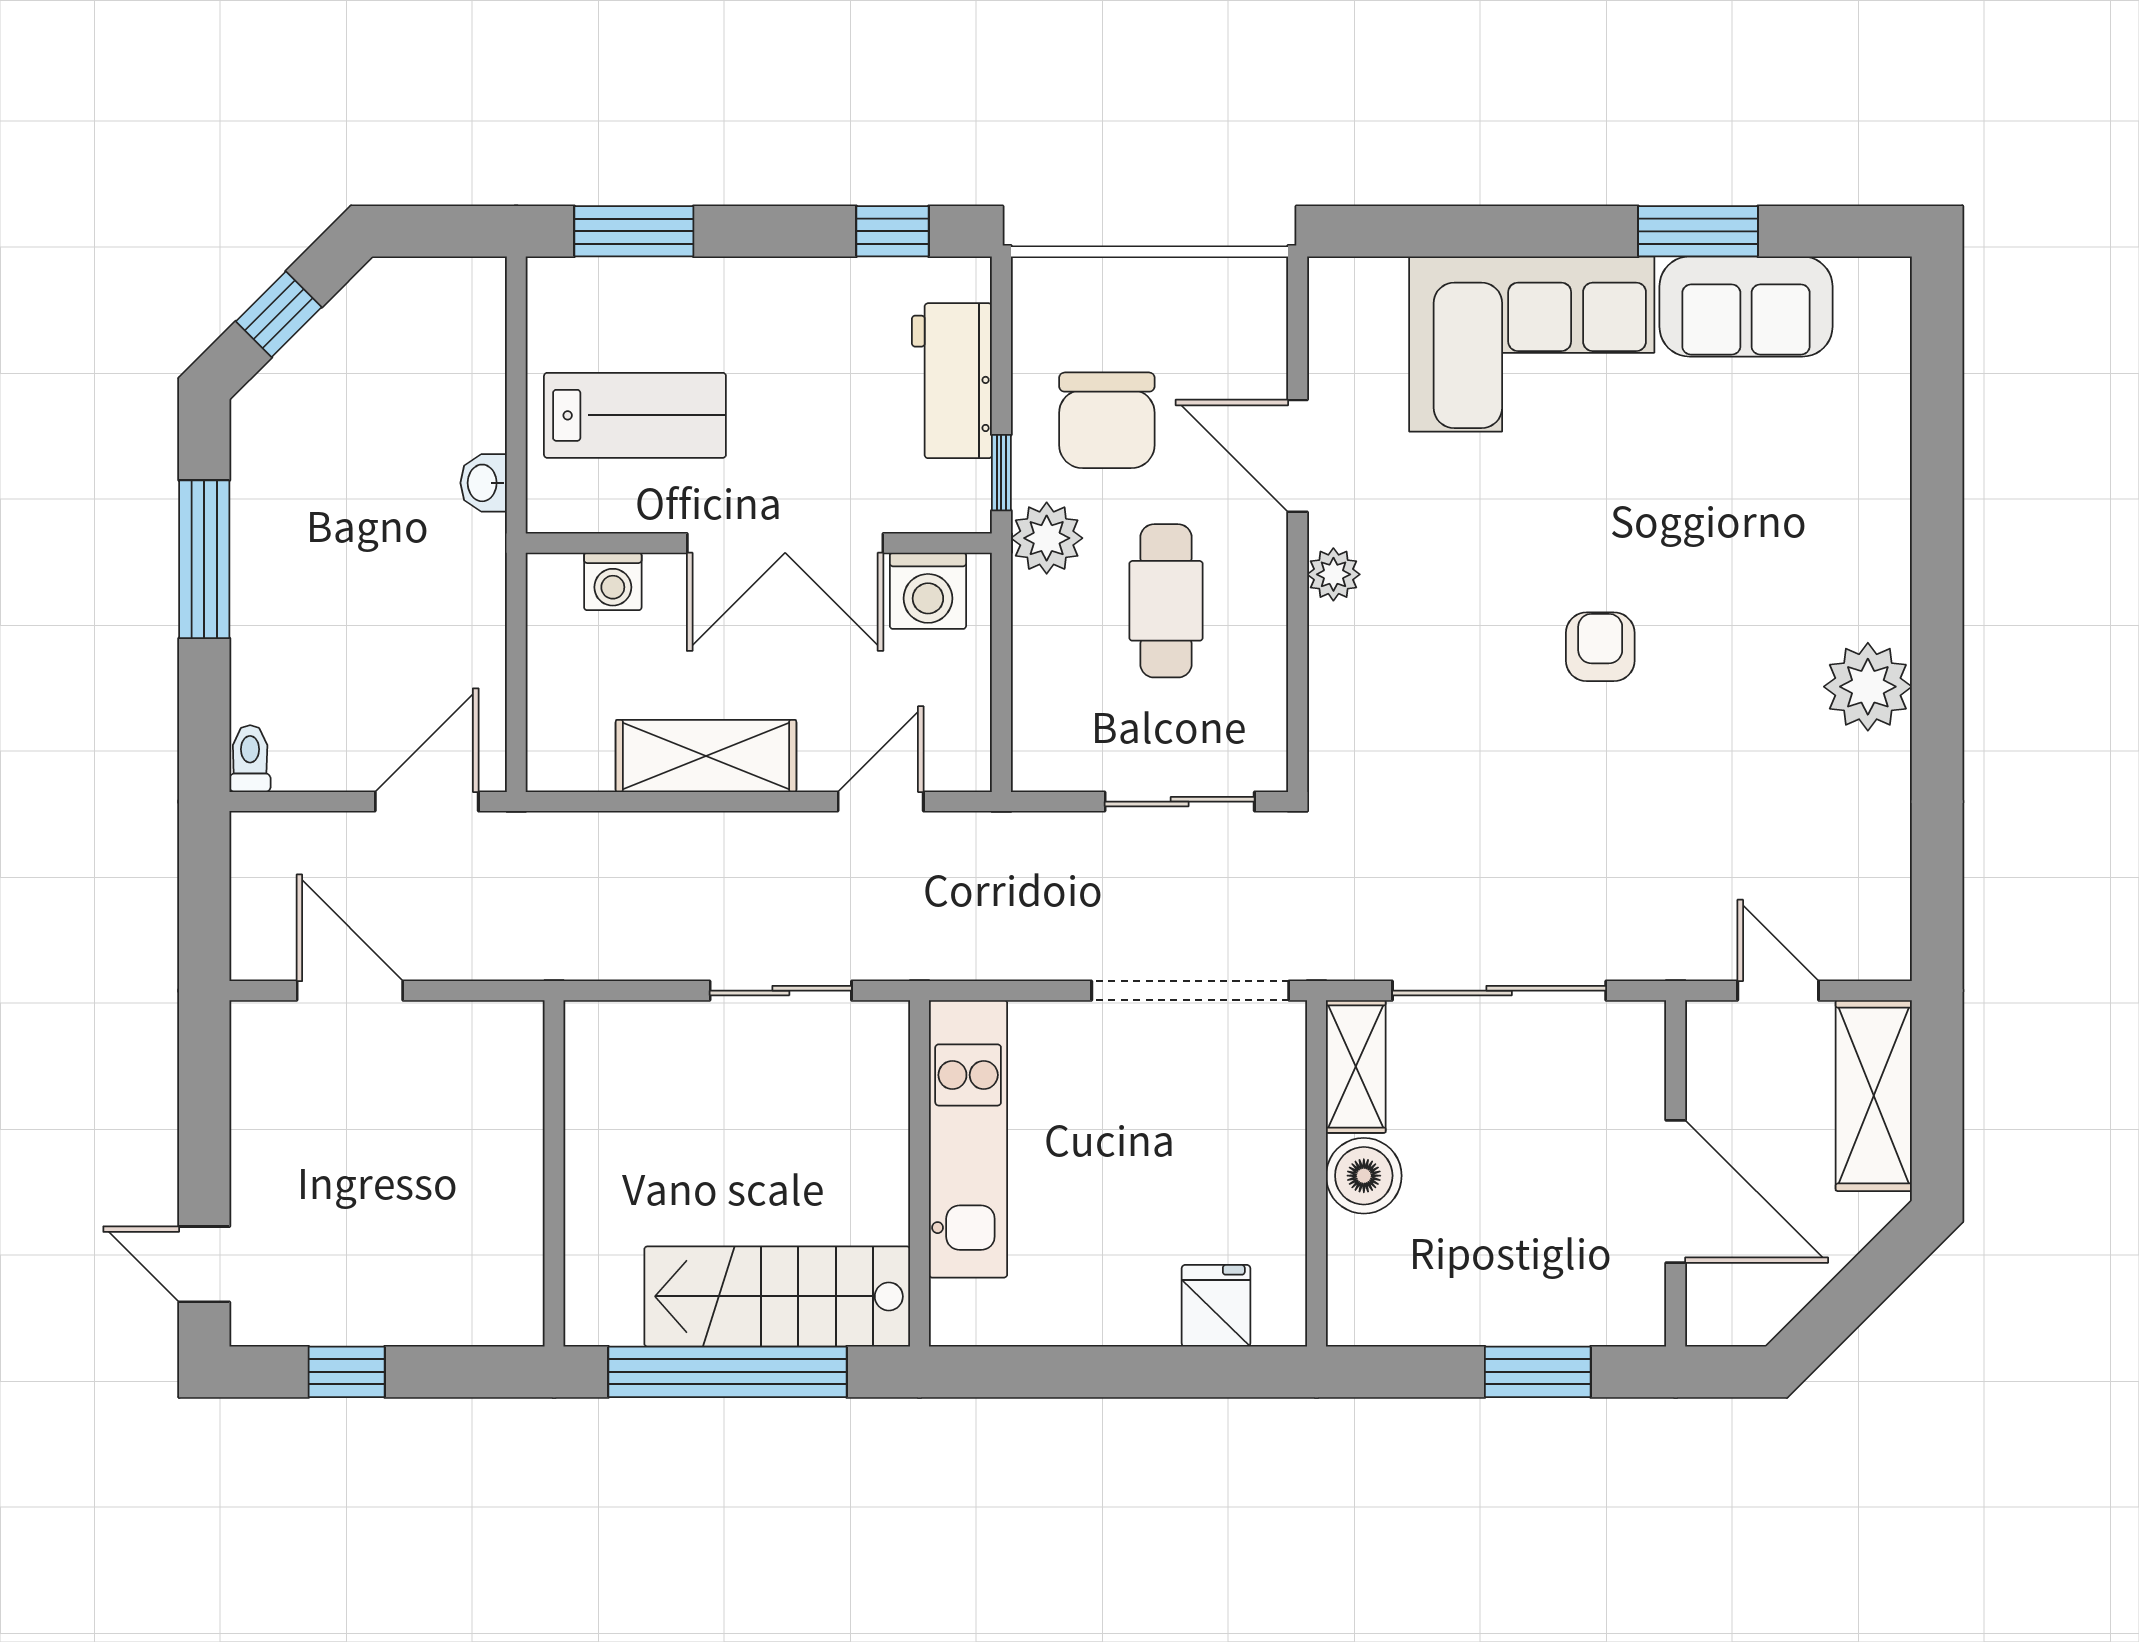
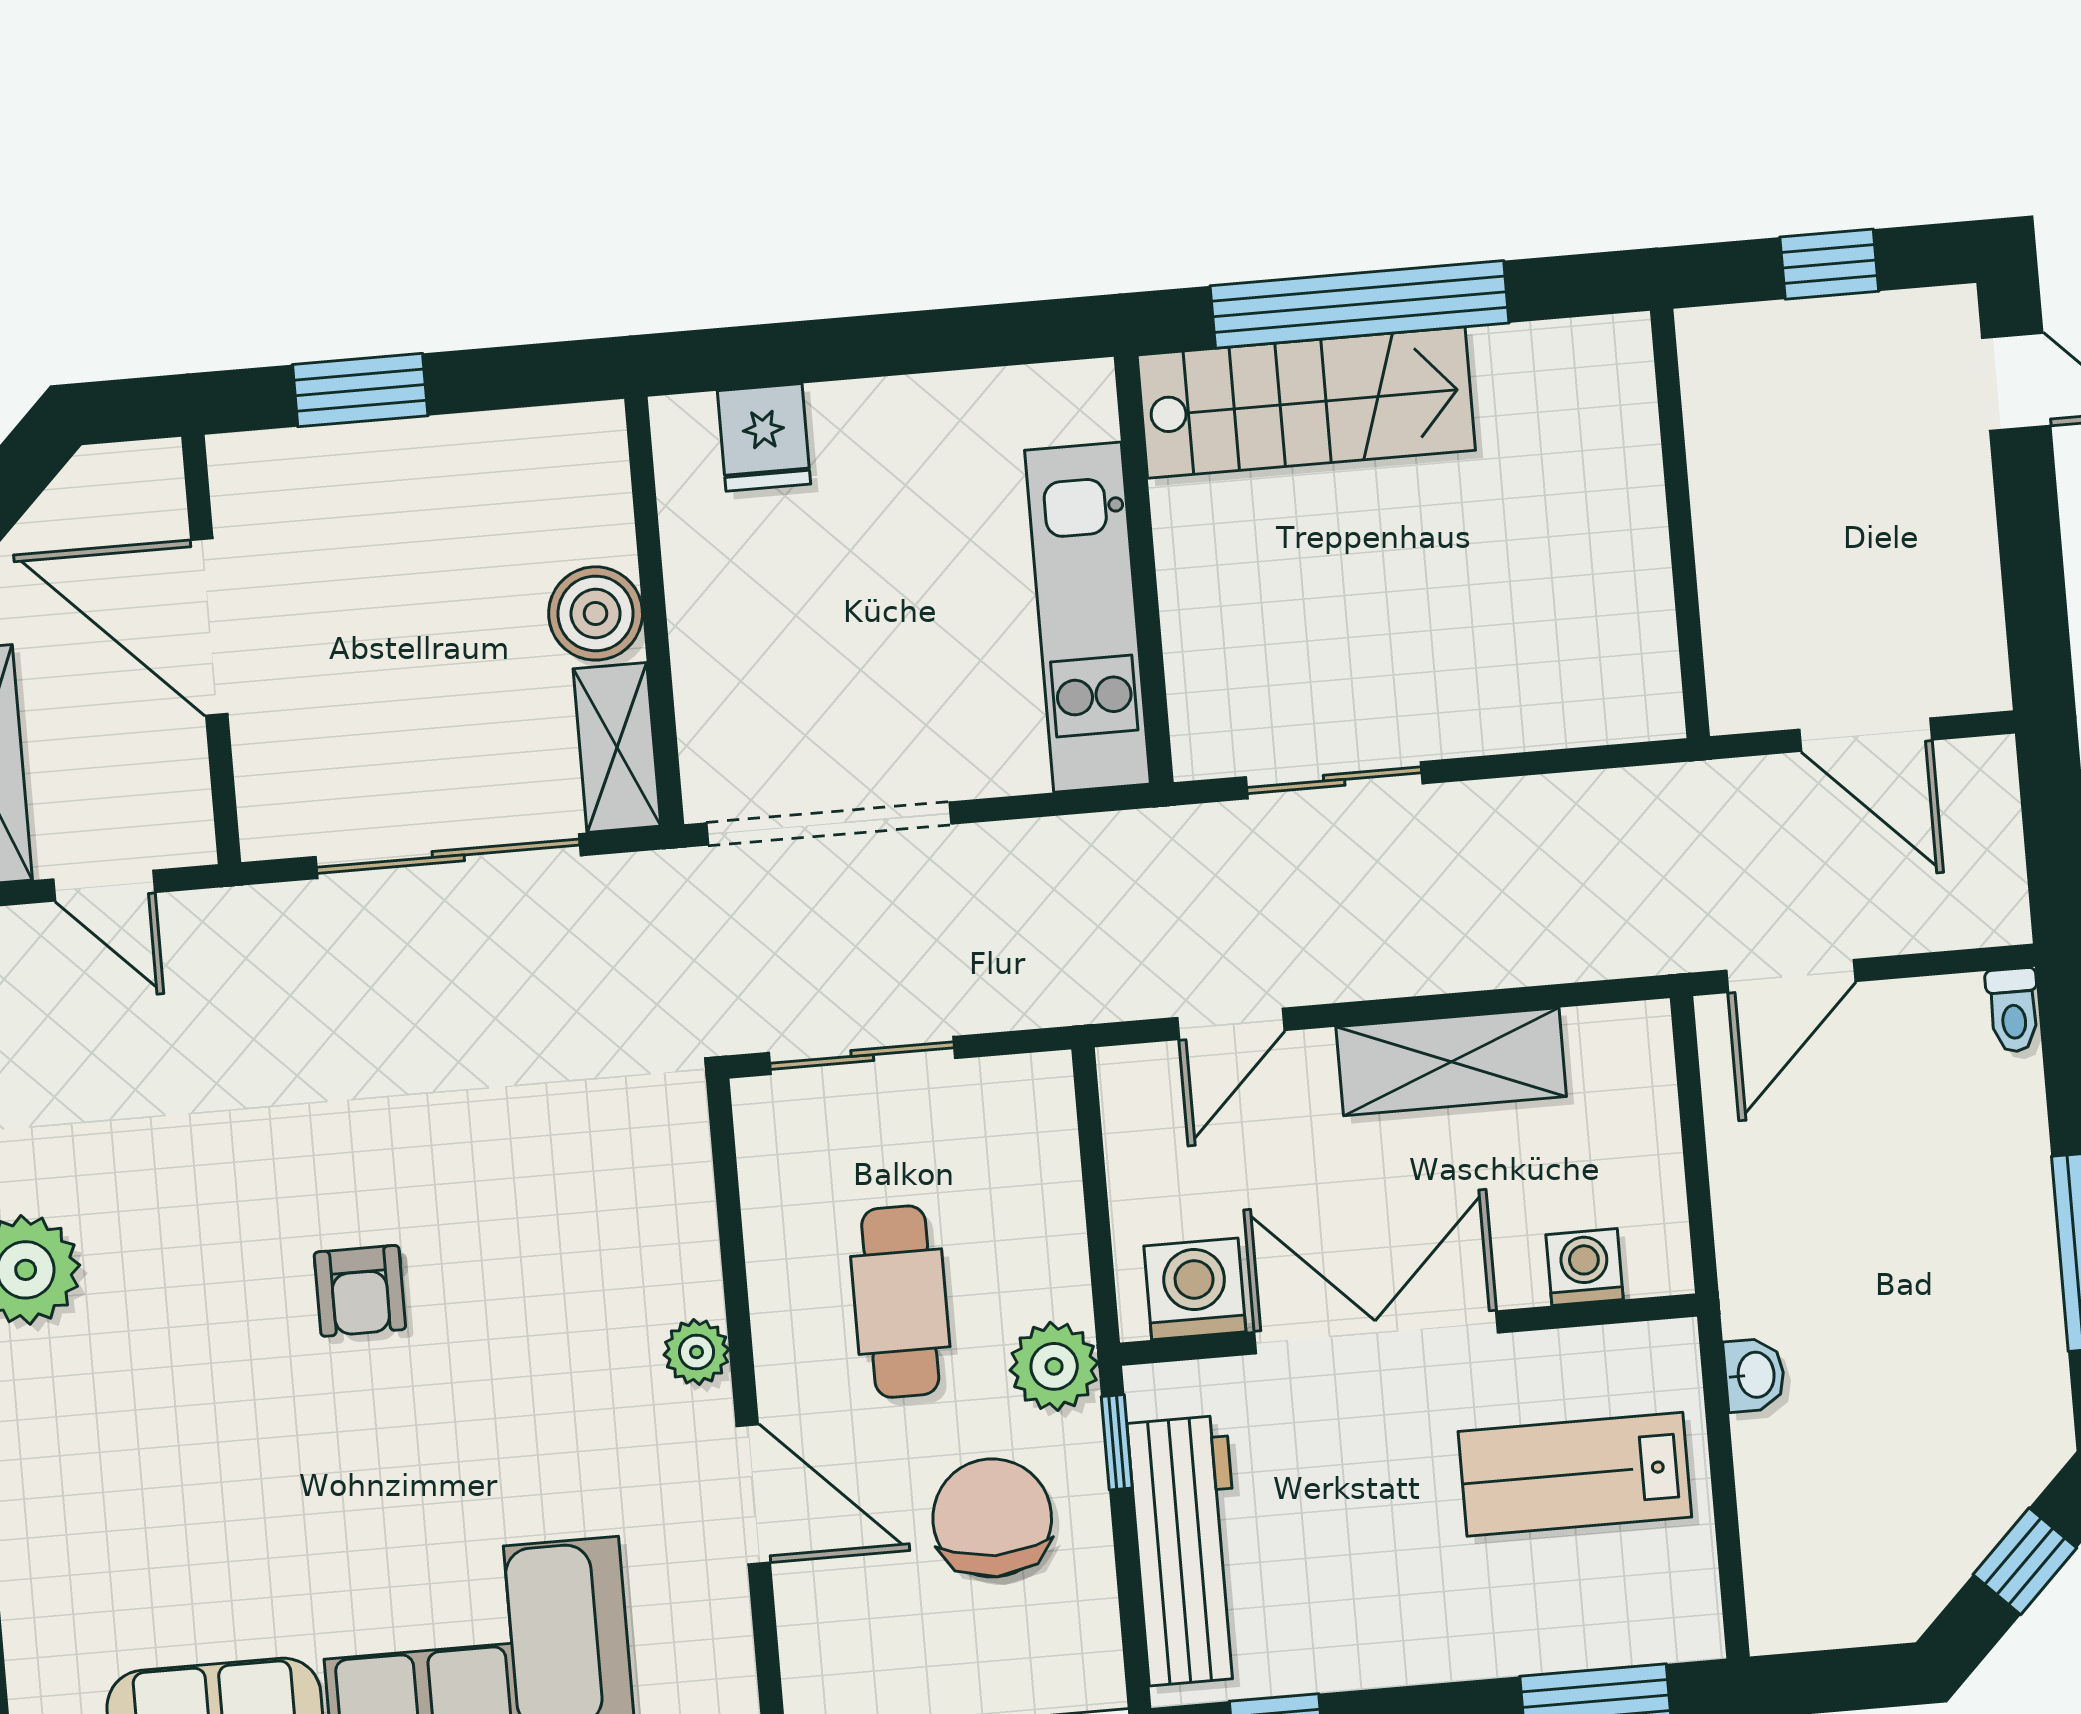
workbench: (952, 381) -> (1188, 1550), width x1.38
wall: (554, 1173) -> (1680, 524), moved

